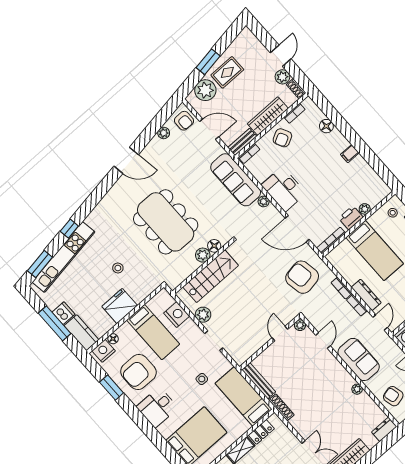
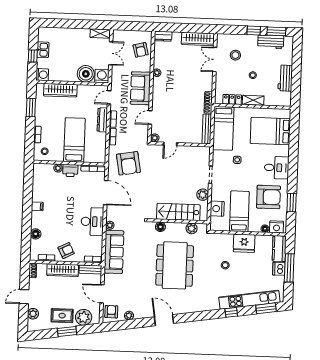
plant: (282, 77) -> (33, 314), moved
plant: (203, 255) -> (192, 228), moved

